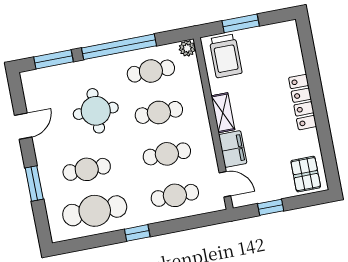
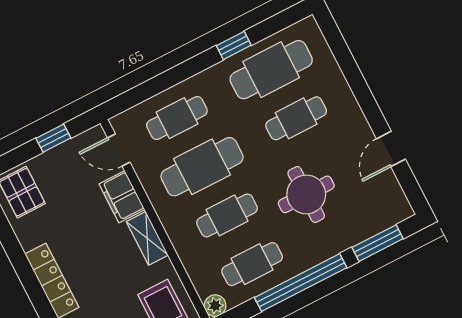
cafe table: (167, 154) -> (202, 167), width x1.37, depth x1.35
window: (34, 183) -> (356, 82), removed
window: (137, 233) -> (234, 45), moved

